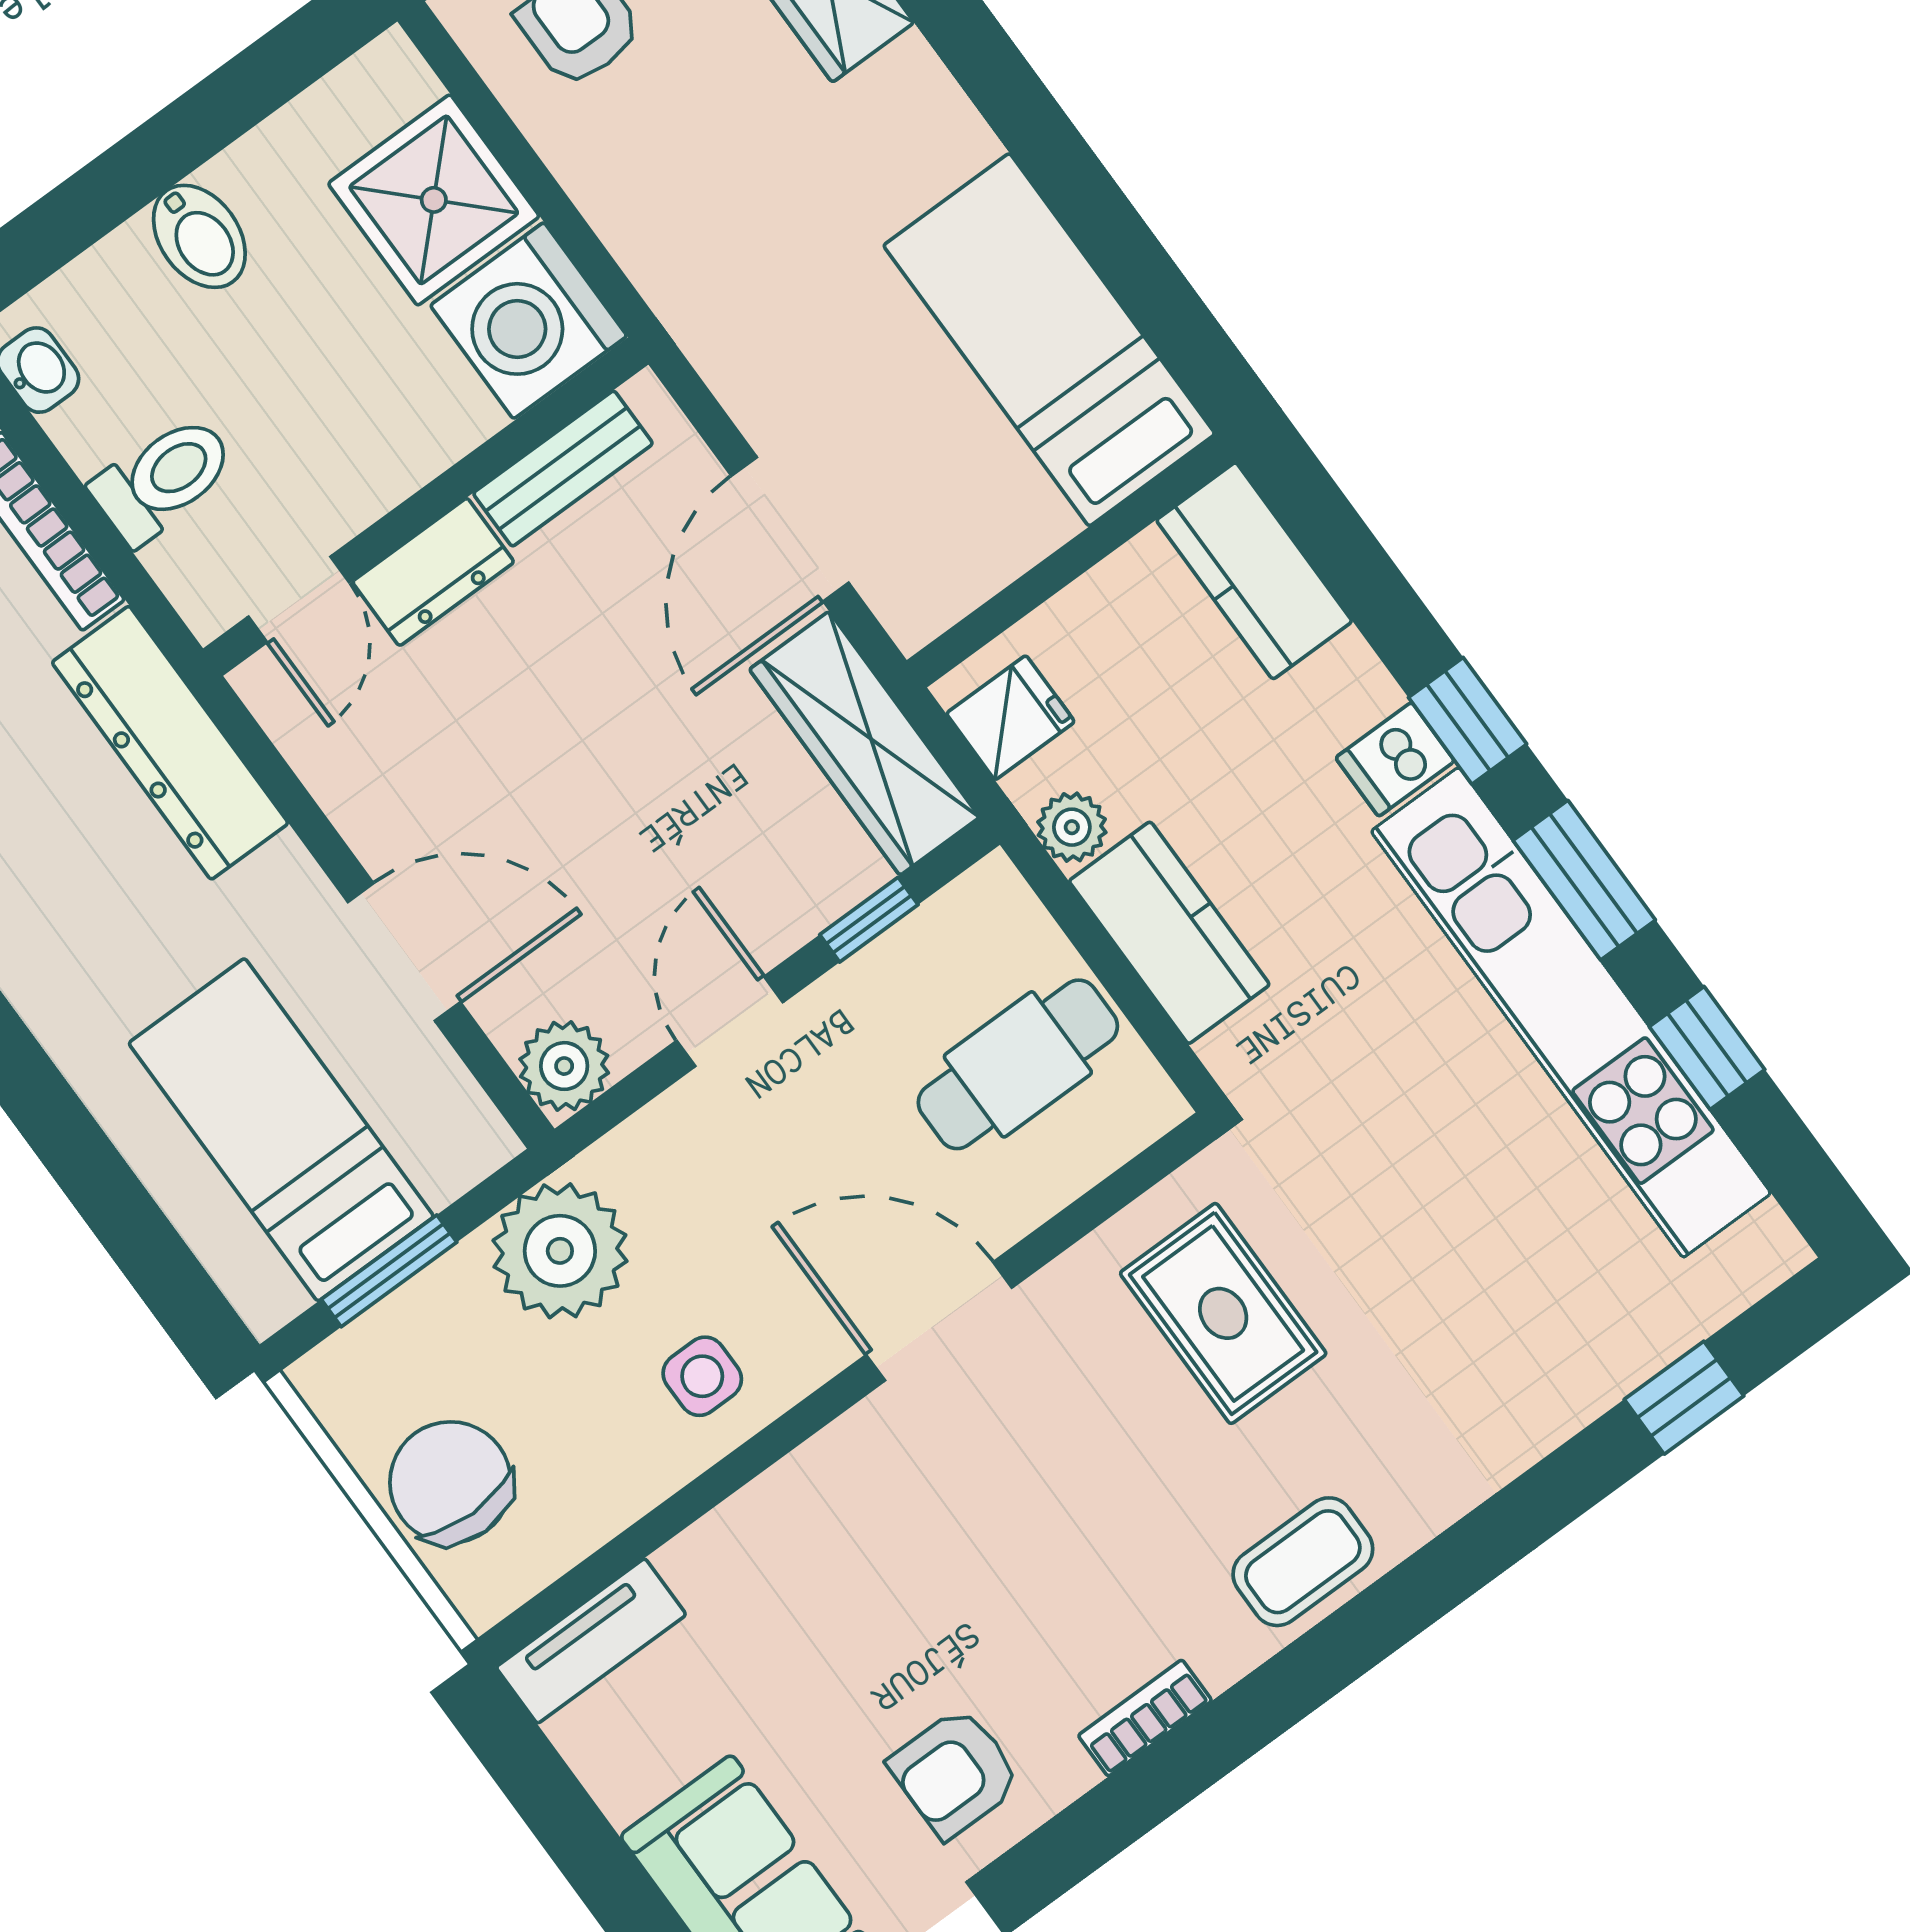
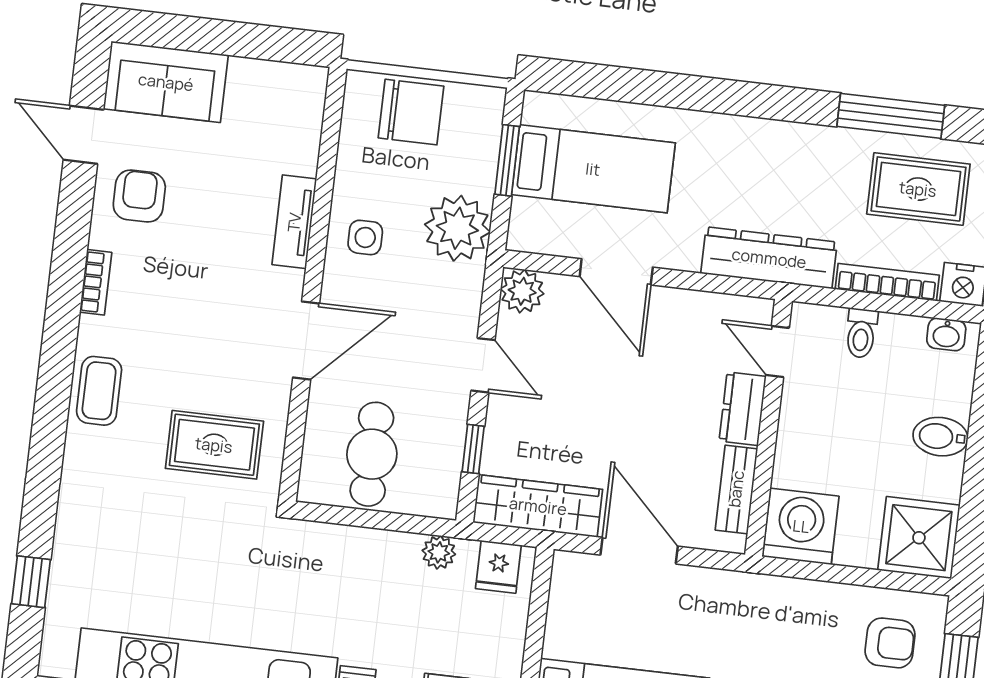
shower: (434, 200) -> (919, 538), moved
toilet: (163, 479) -> (861, 333), width x0.73, depth x0.72
kitchen counter: (1169, 933) -> (369, 552), removed
door: (404, 952) -> (616, 272), hinge flipped
tv unit: (591, 1641) -> (294, 222), moved

